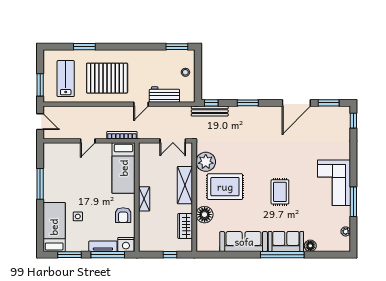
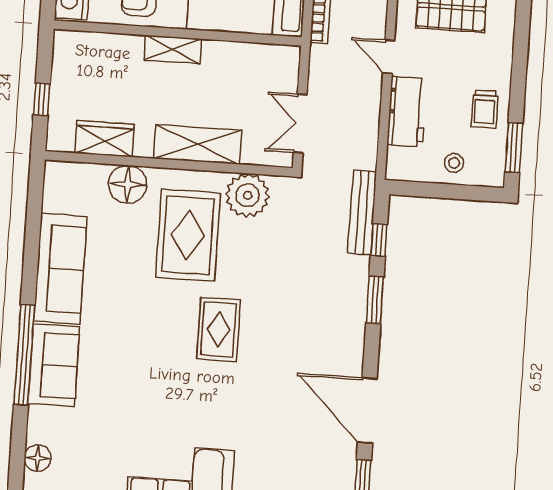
trolley: (161, 61) -> (485, 109), added
window: (211, 103) -> (379, 240), moved
rug: (280, 192) -> (218, 329), moved, turned 90
floor lamp: (310, 246) -> (38, 458), moved

